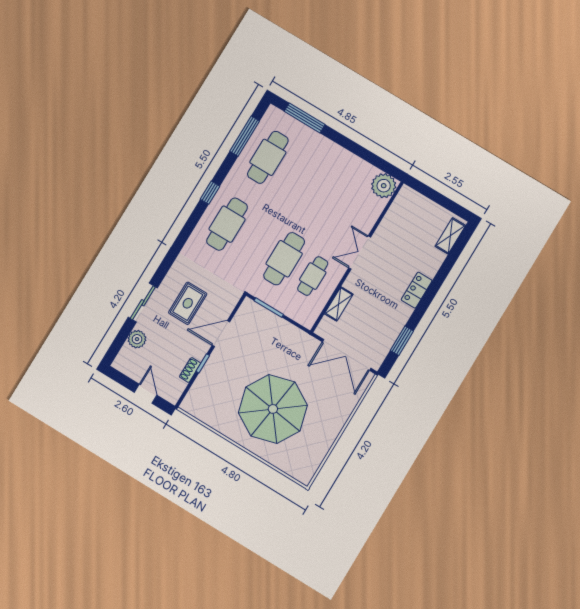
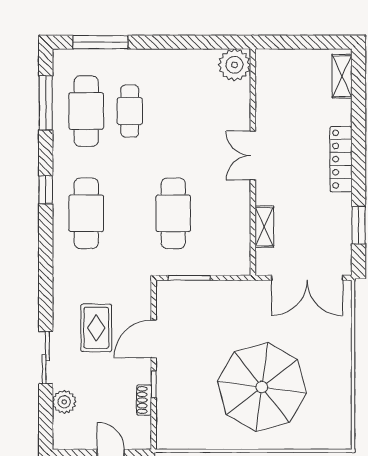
cafe table: (313, 276) -> (130, 111), moved
locker: (417, 290) -> (341, 159), width x1.53

